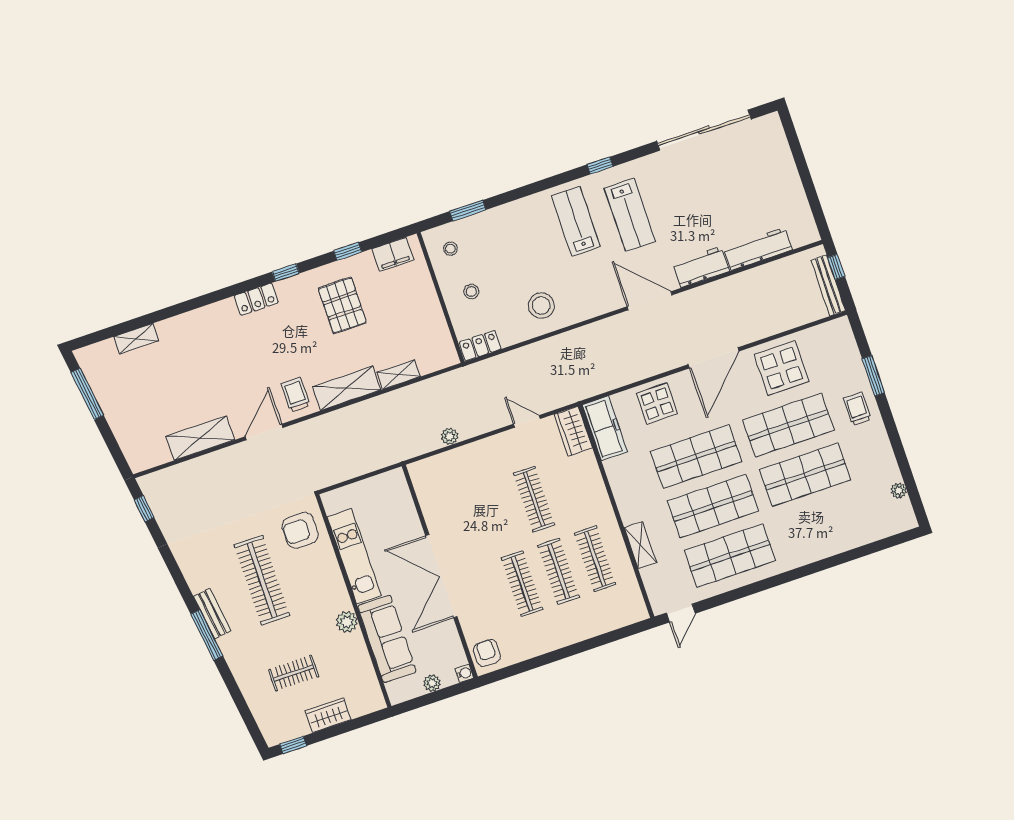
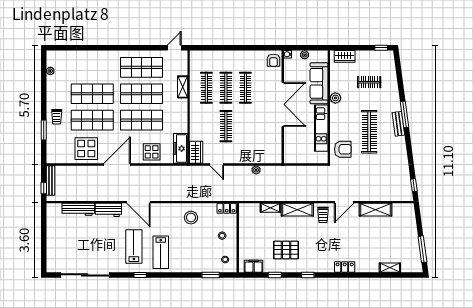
locker: (256, 299) -> (345, 267), moved
pallet: (342, 305) -> (286, 250), turned 90
wardrobe: (328, 715) -> (345, 56), moved

